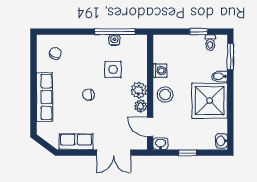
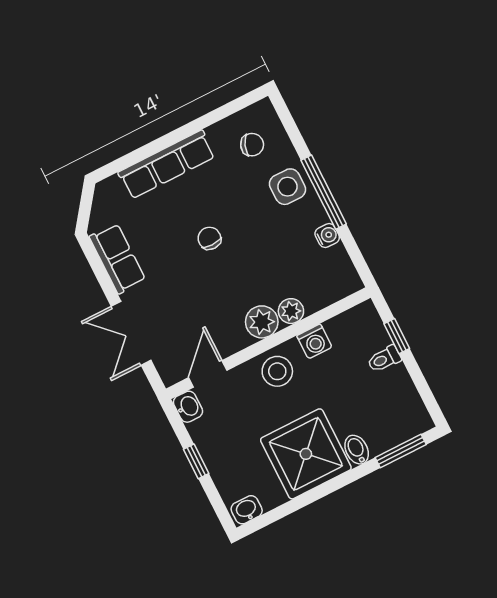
window: (115, 32) -> (324, 192), moved
window: (199, 32) -> (397, 336), moved
toilet: (210, 43) -> (384, 359), moved
side table: (113, 69) -> (288, 187), moved
plant: (141, 106) -> (291, 311), moved

